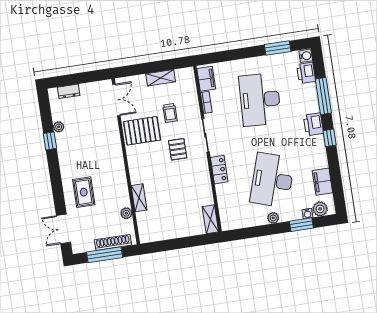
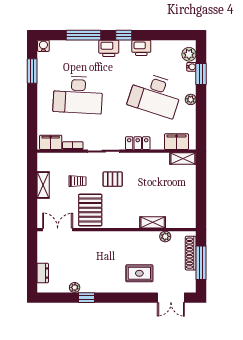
printer: (306, 73) -> (141, 48), moved
filing cabinet: (322, 182) -> (177, 142), moved, turned 180

